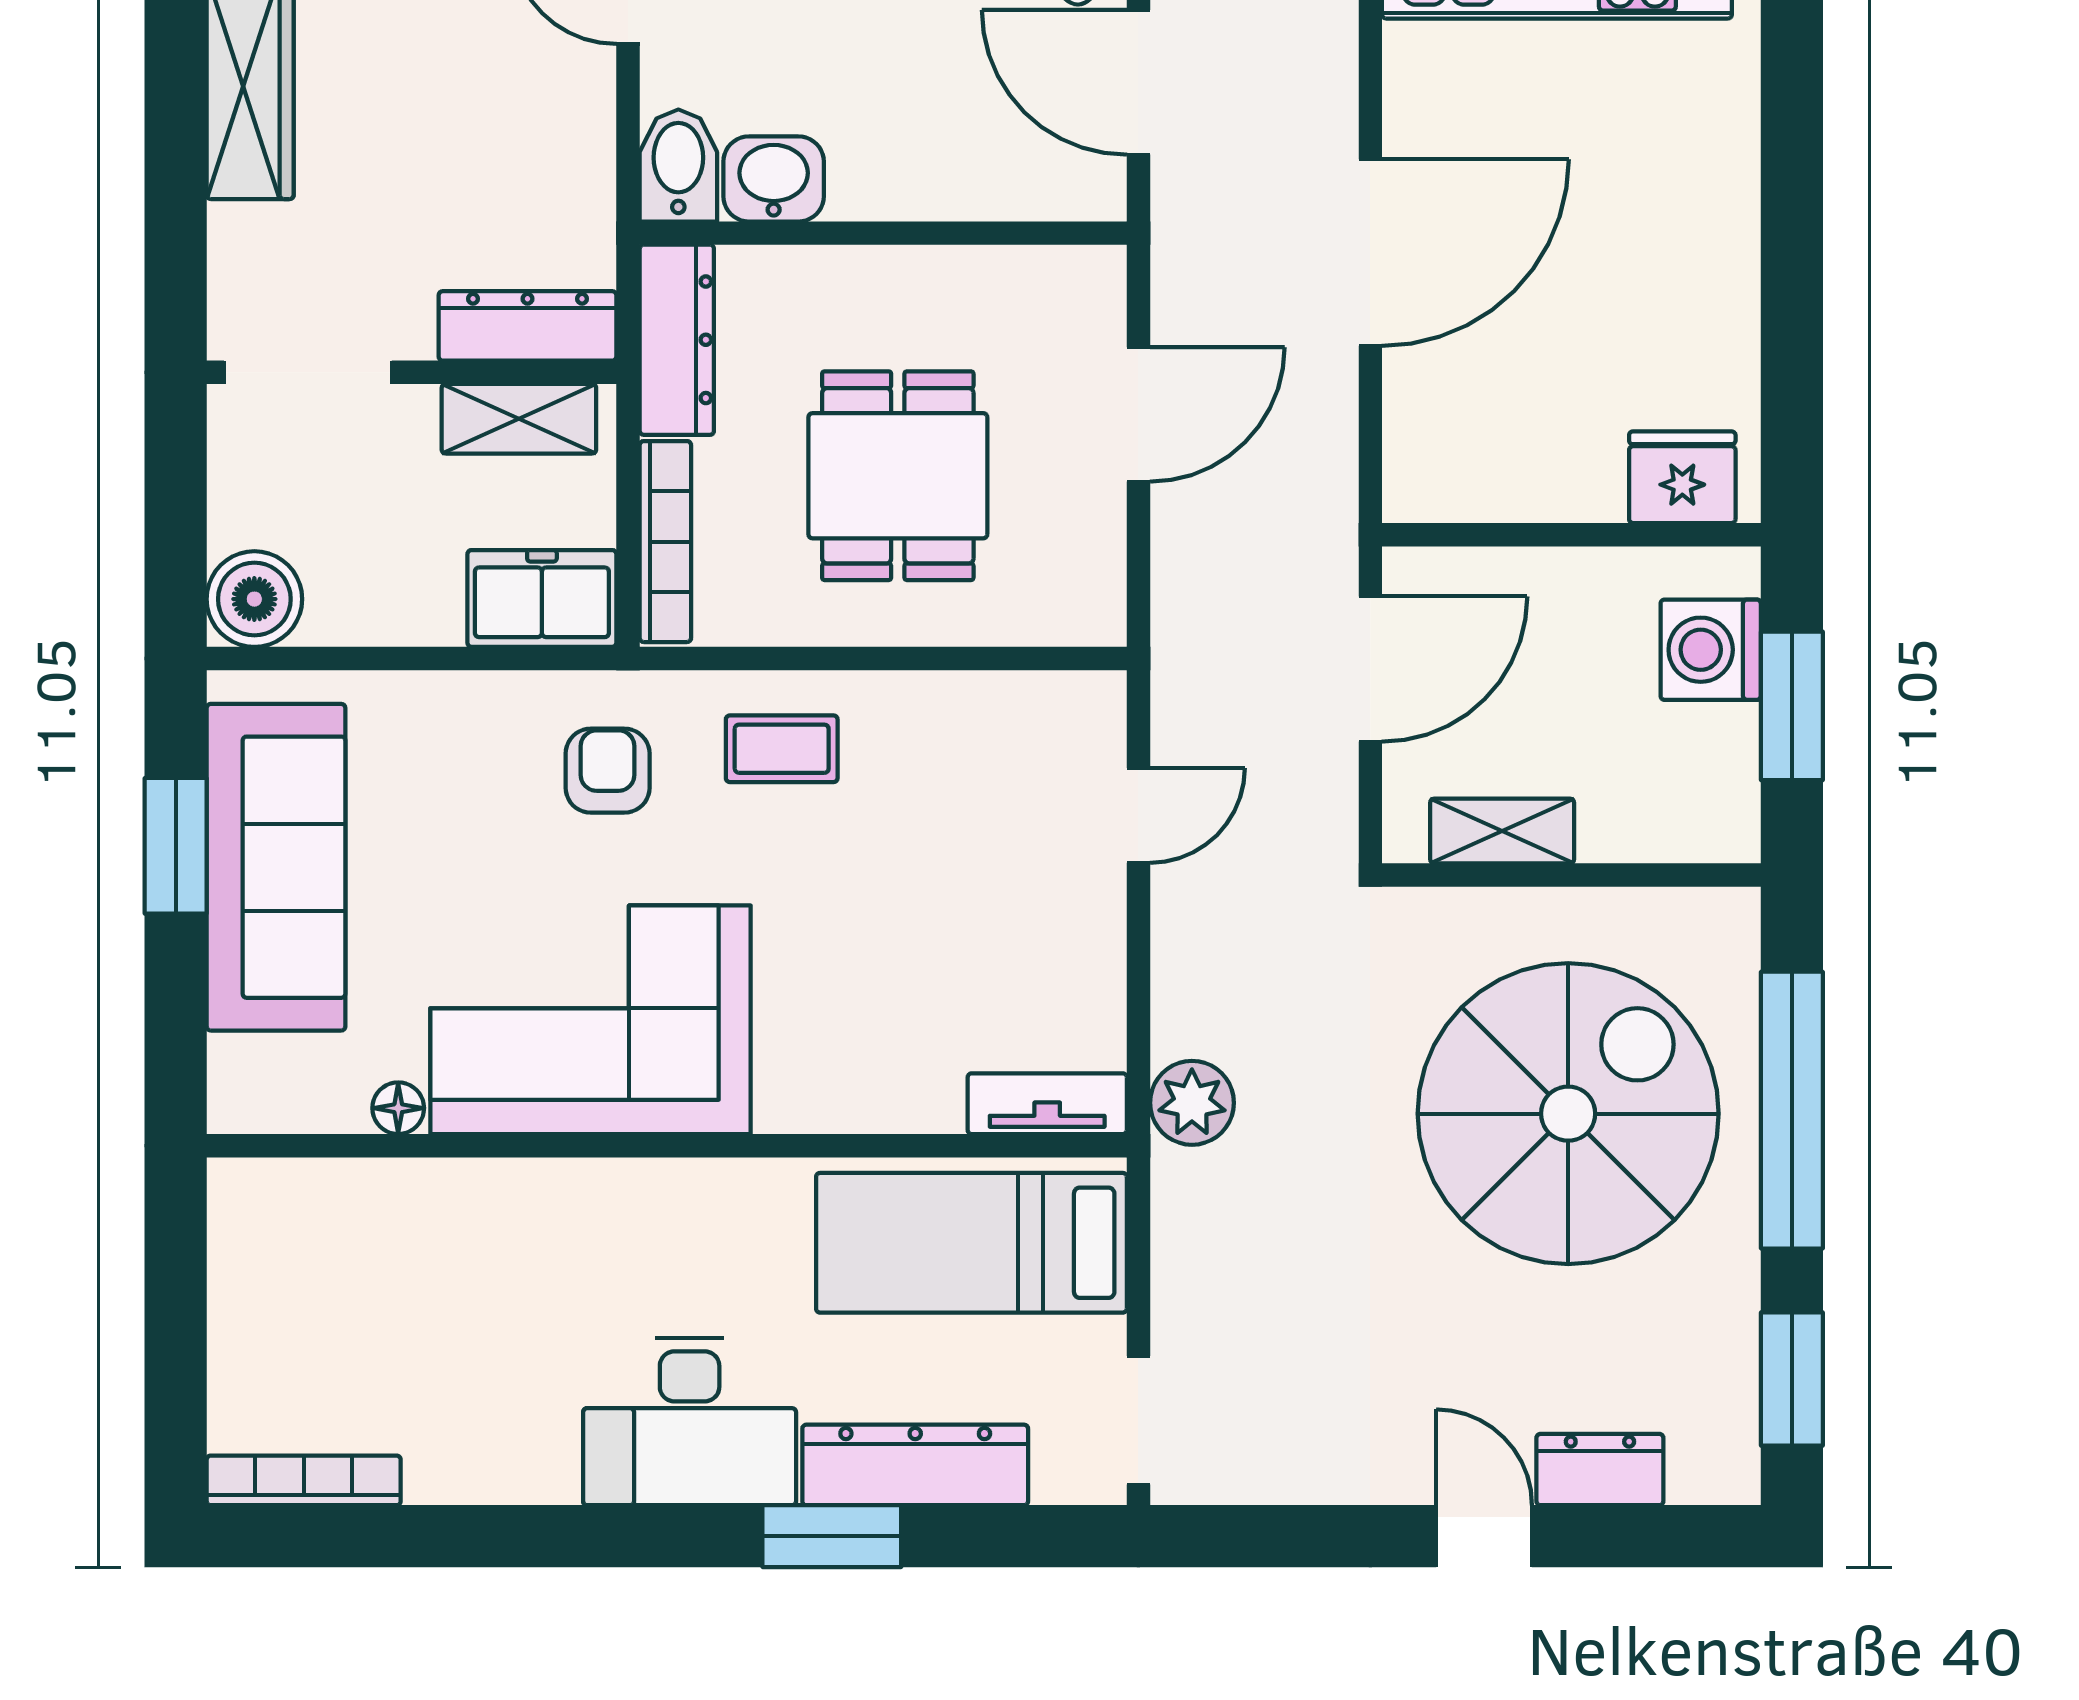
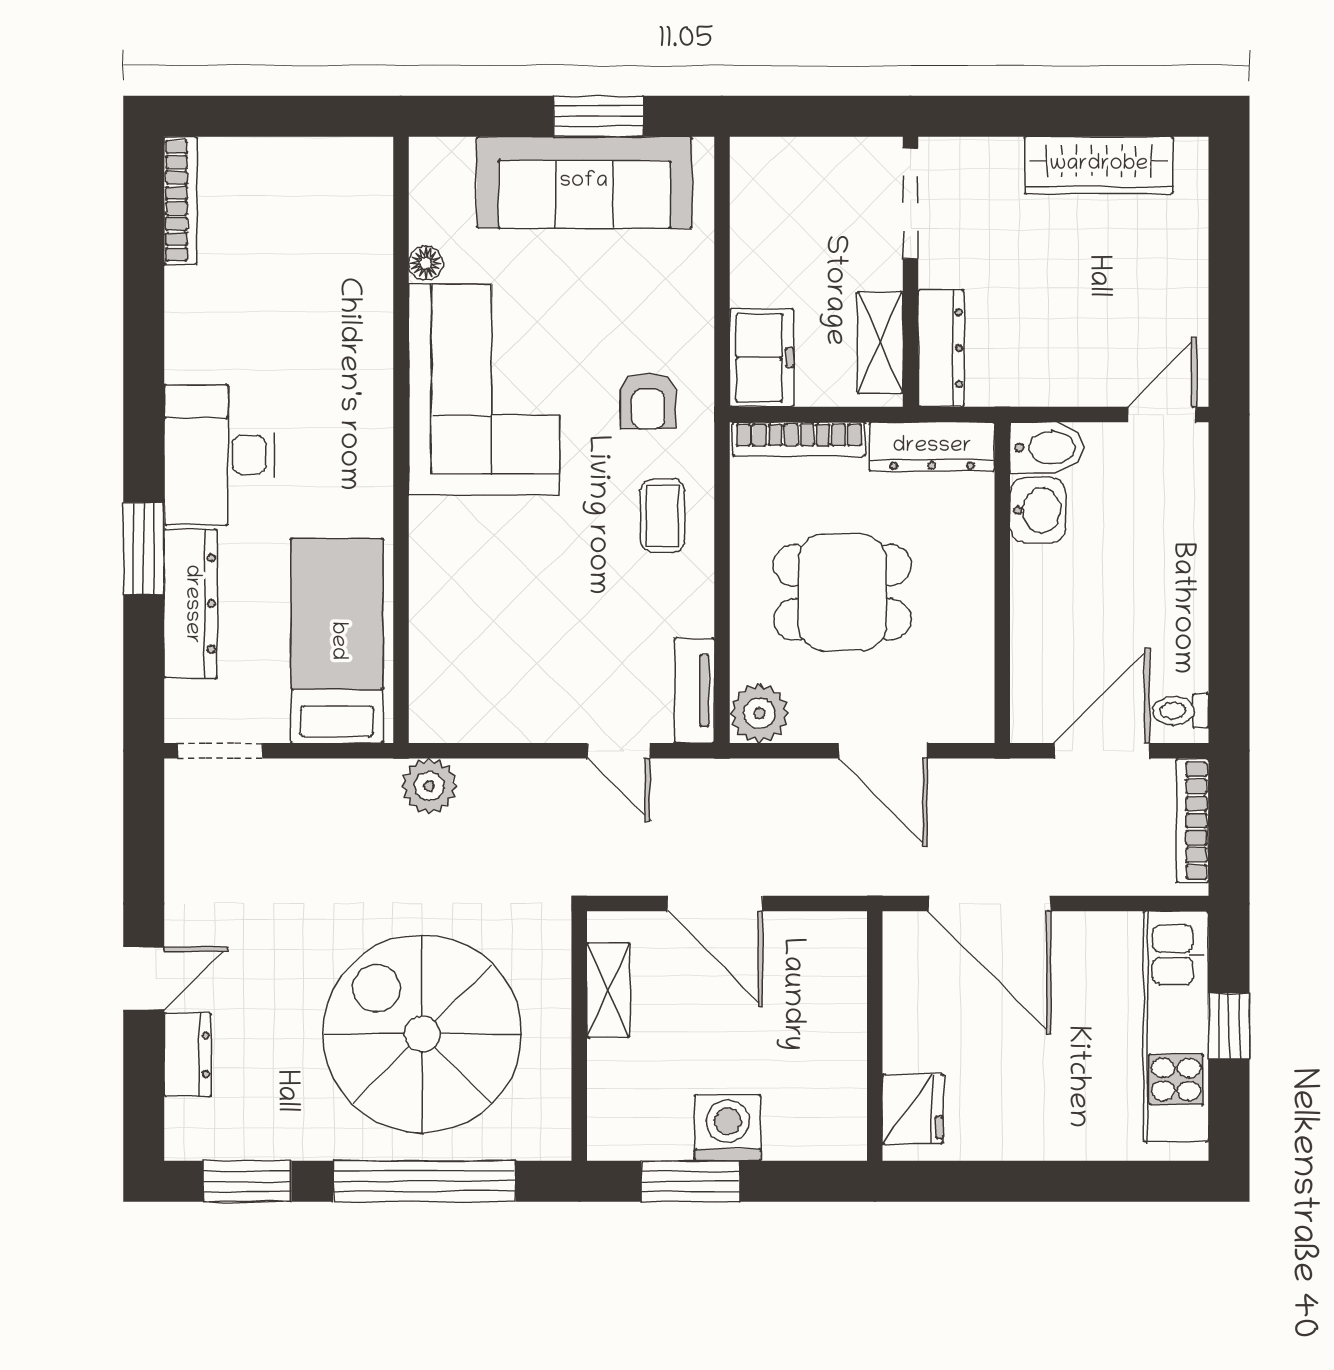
fridge: (1682, 477) -> (913, 1109), moved
wall: (1571, 535) -> (875, 1036), moved
boiler: (254, 599) -> (761, 168), removed
plant: (1082, 602) -> (759, 713), added
armchair: (608, 771) -> (648, 401), turned 90
tv unit: (1047, 1104) -> (694, 691), moved, turned 180
spiral stairs: (1568, 1114) -> (422, 1034), turned 180

